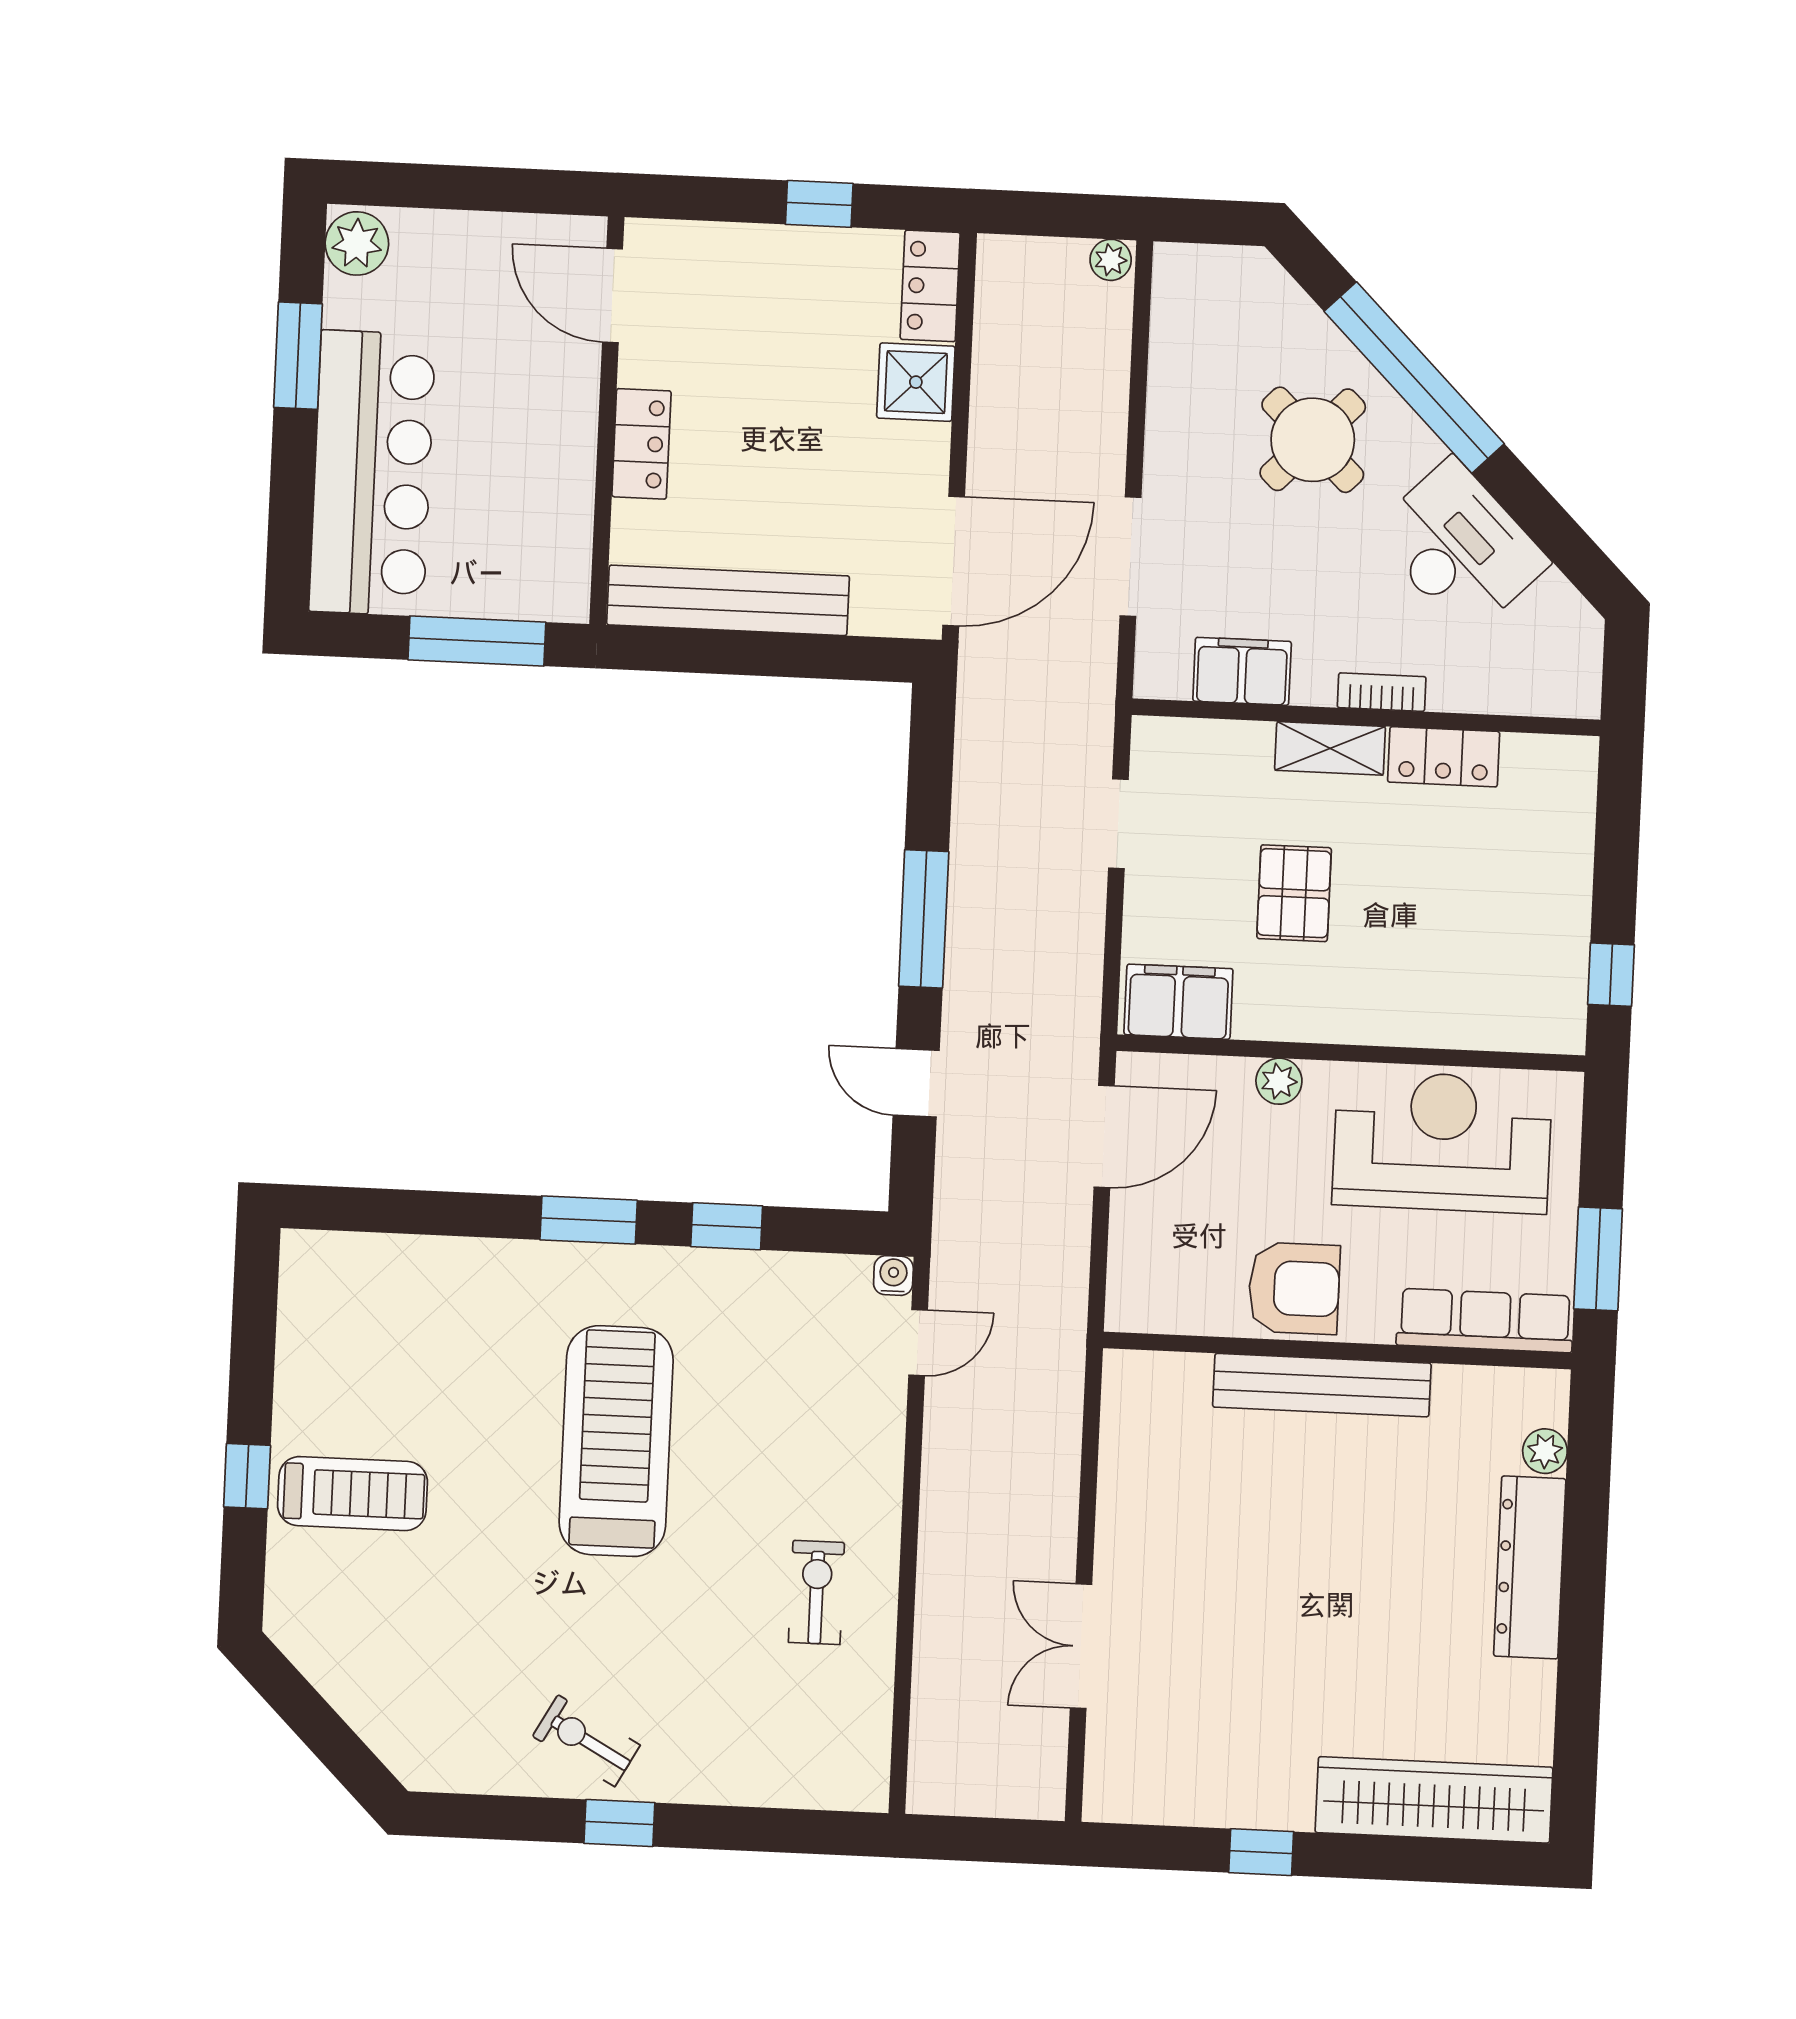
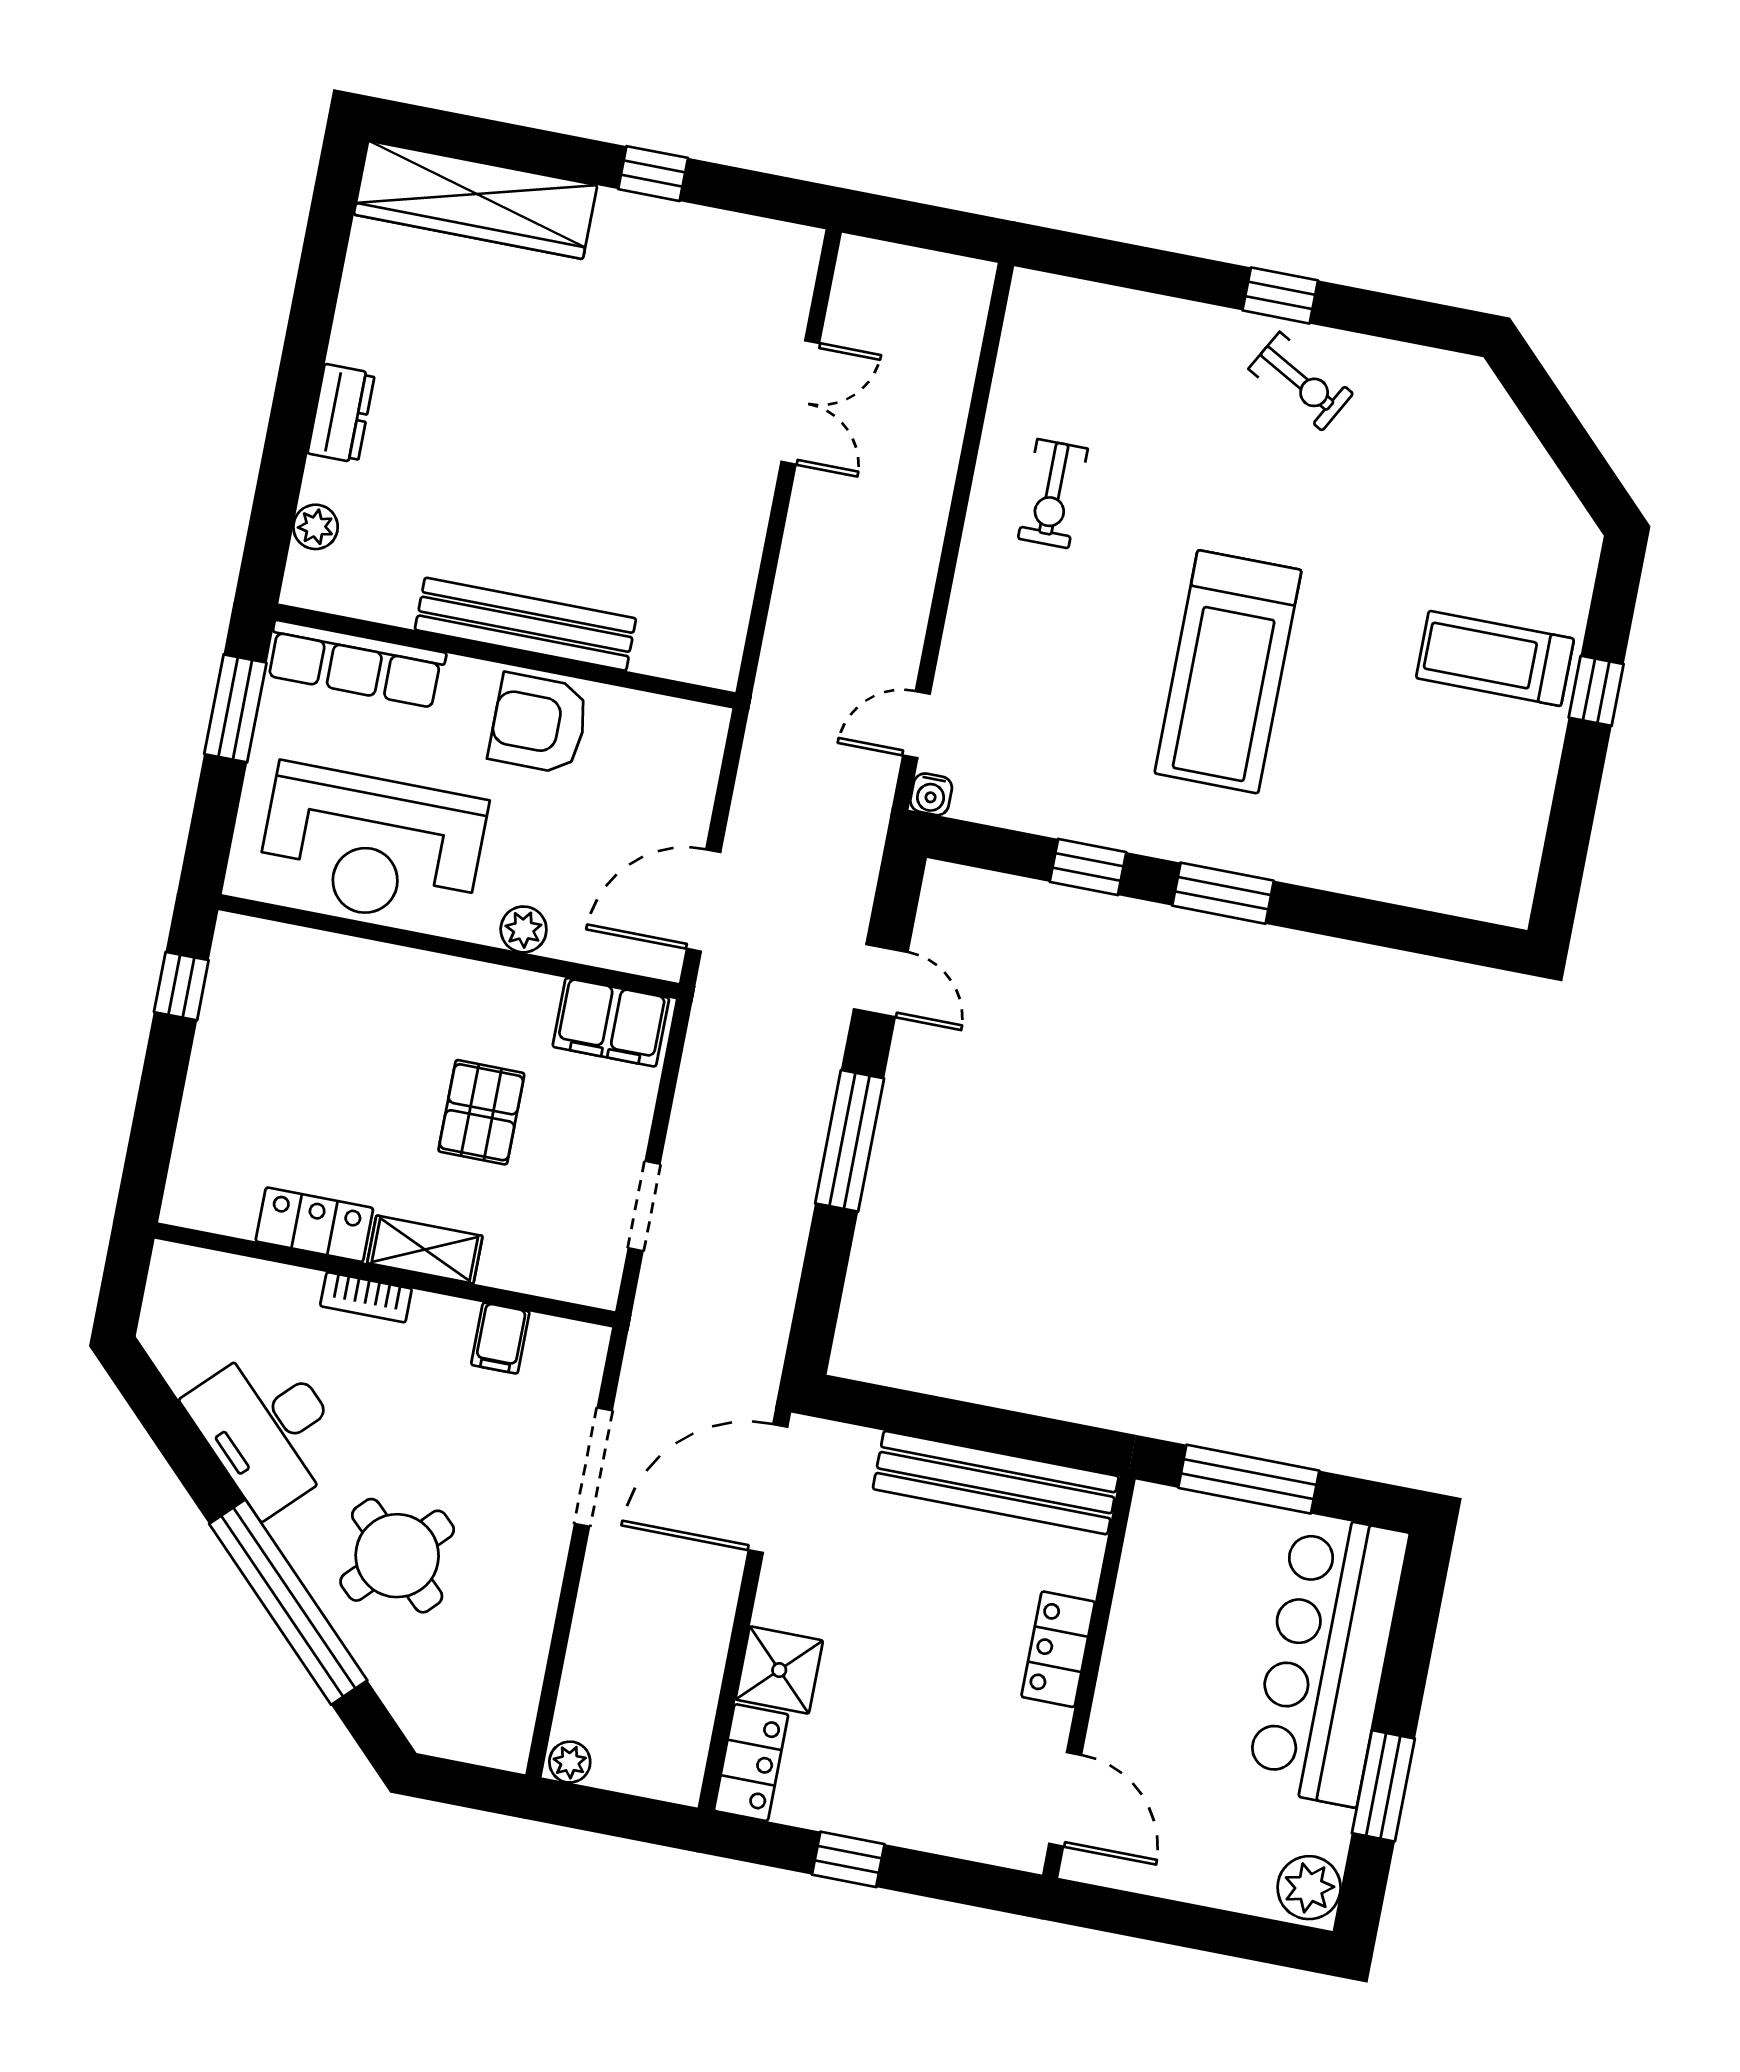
filing cabinet: (1242, 671) -> (500, 1338), width x0.50
dresser: (1530, 1567) -> (341, 413), width x0.51, depth x0.80

